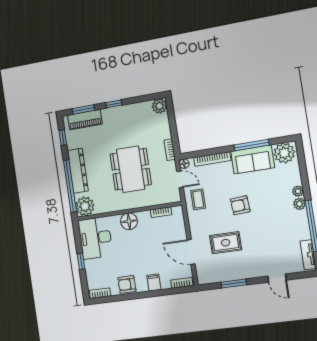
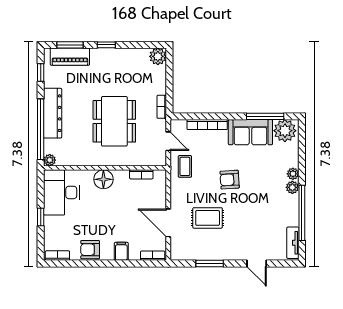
window: (252, 145) -> (265, 116), moved
floor lamp: (184, 164) -> (175, 125), removed
plant: (85, 206) -> (50, 160), width x0.53, depth x0.53

